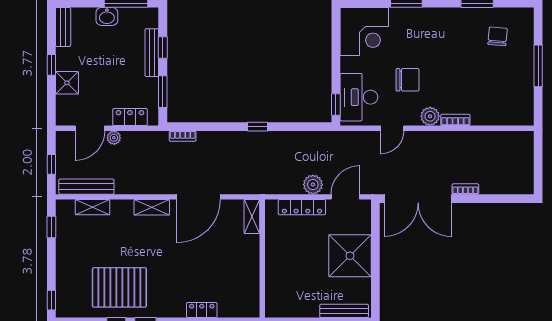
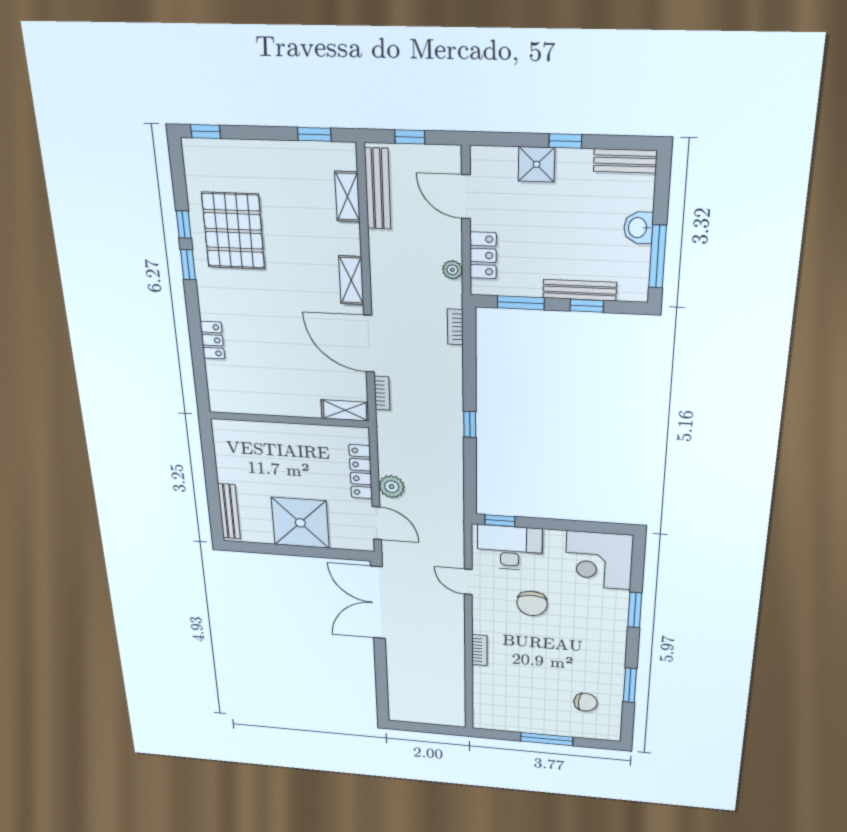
plant: (430, 116) -> (484, 624), removed
plant: (114, 138) -> (452, 270), moved
bookcase: (465, 189) -> (382, 393), moved

